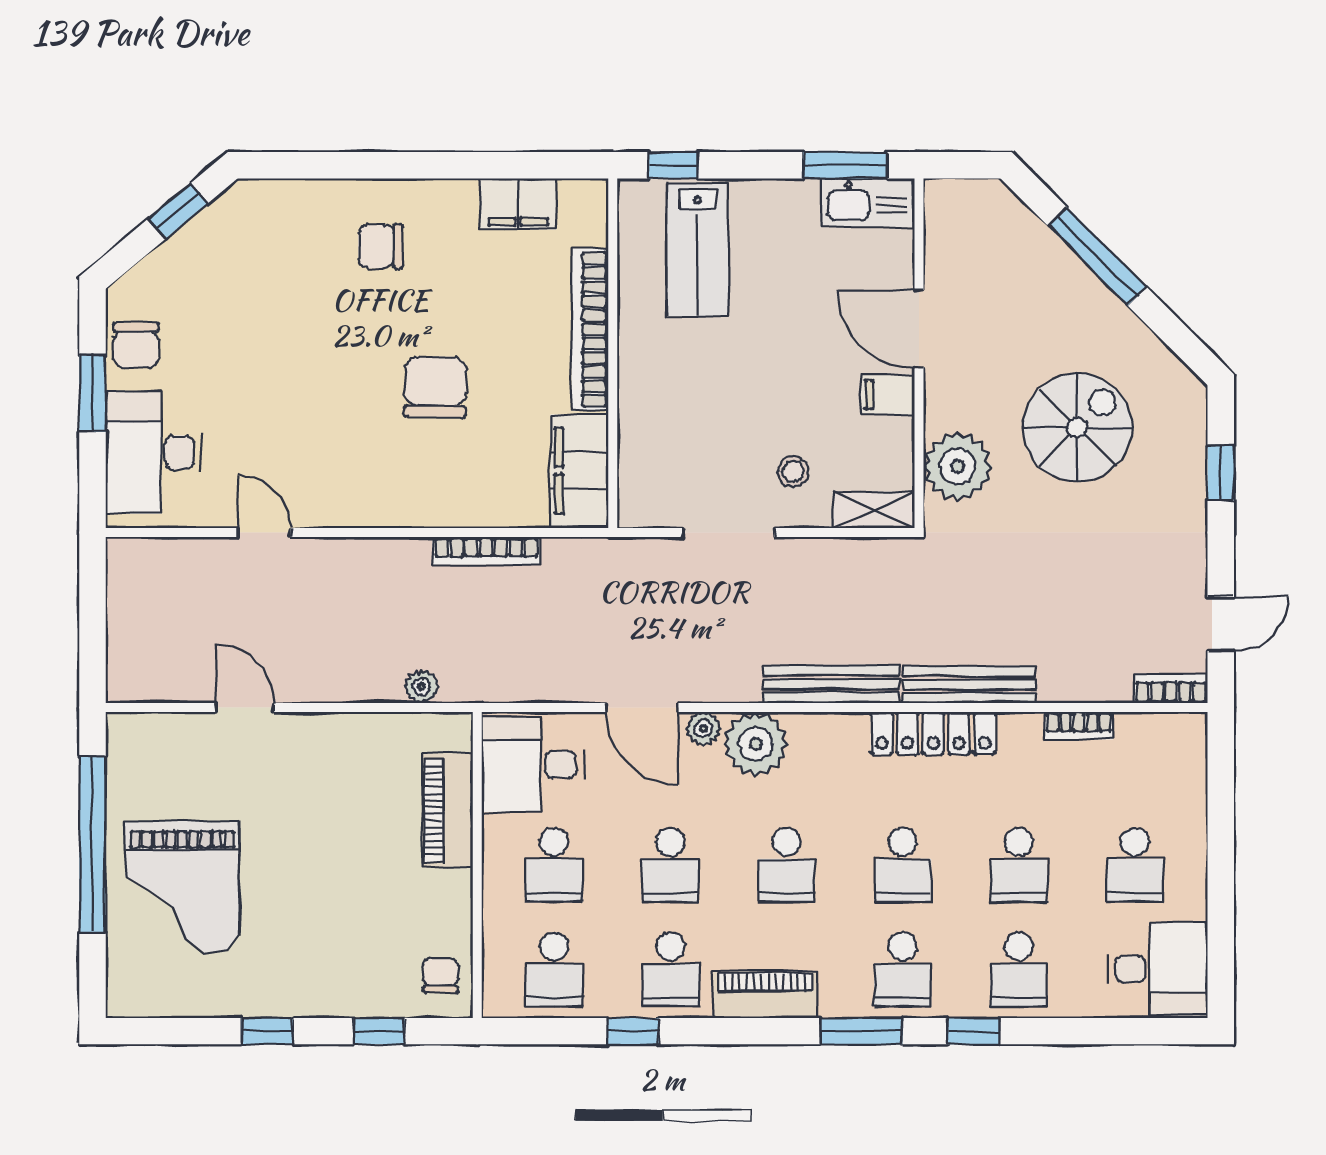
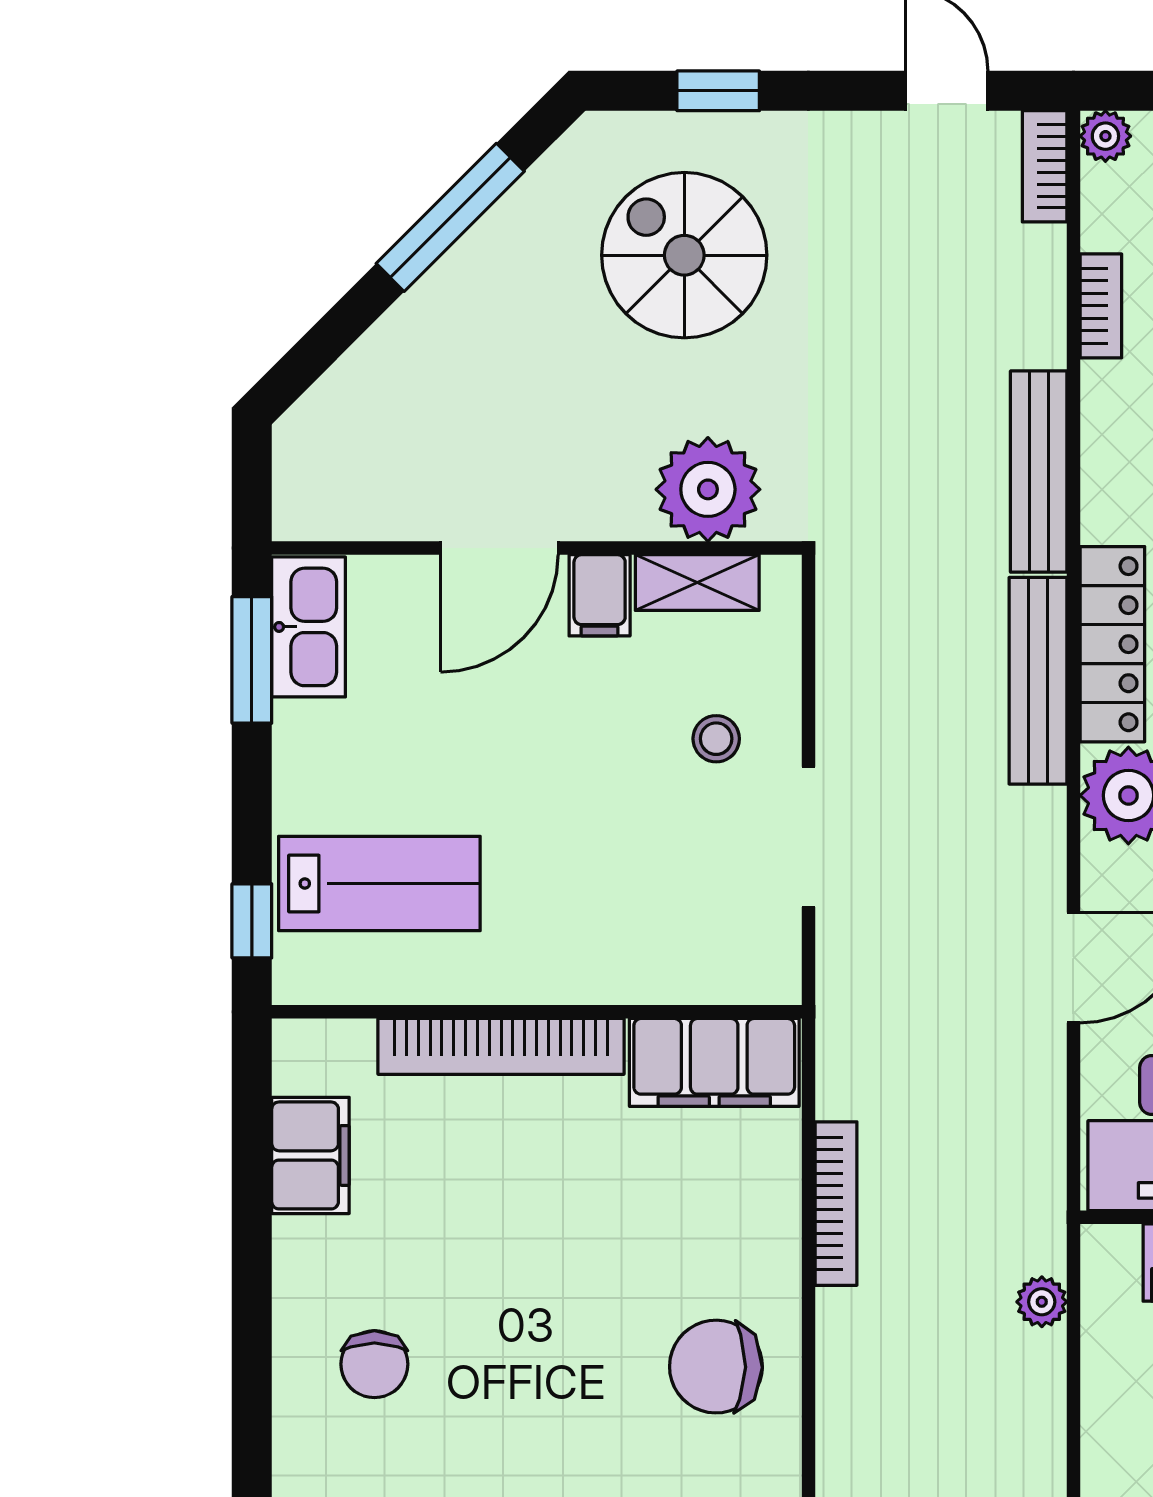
window: (1097, 256) -> (450, 217), moved
chair: (435, 387) -> (716, 1367), moved
spiral stairs: (1077, 428) -> (684, 255), moved
shelving: (874, 510) -> (697, 583), moved, turned 90
plant: (703, 729) -> (1105, 136), moved
locker: (933, 733) -> (1112, 644), moved

